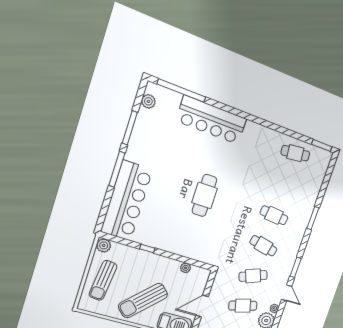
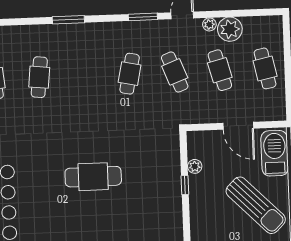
cafe table: (274, 215) -> (39, 77), moved
window: (147, 249) -> (185, 185), moved

